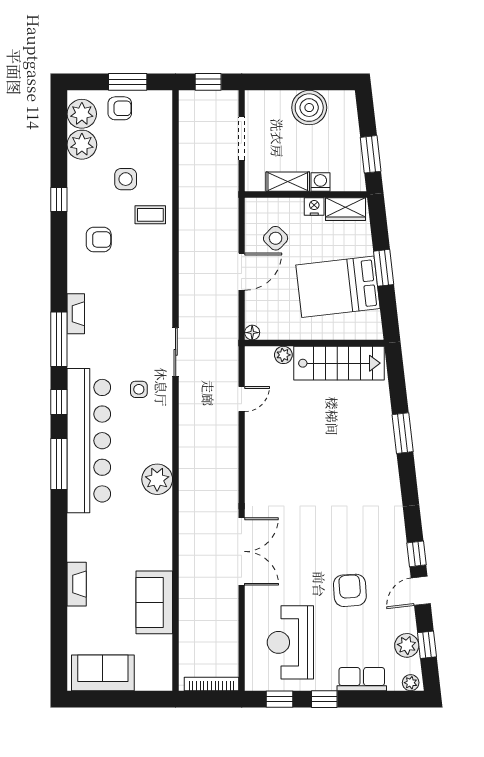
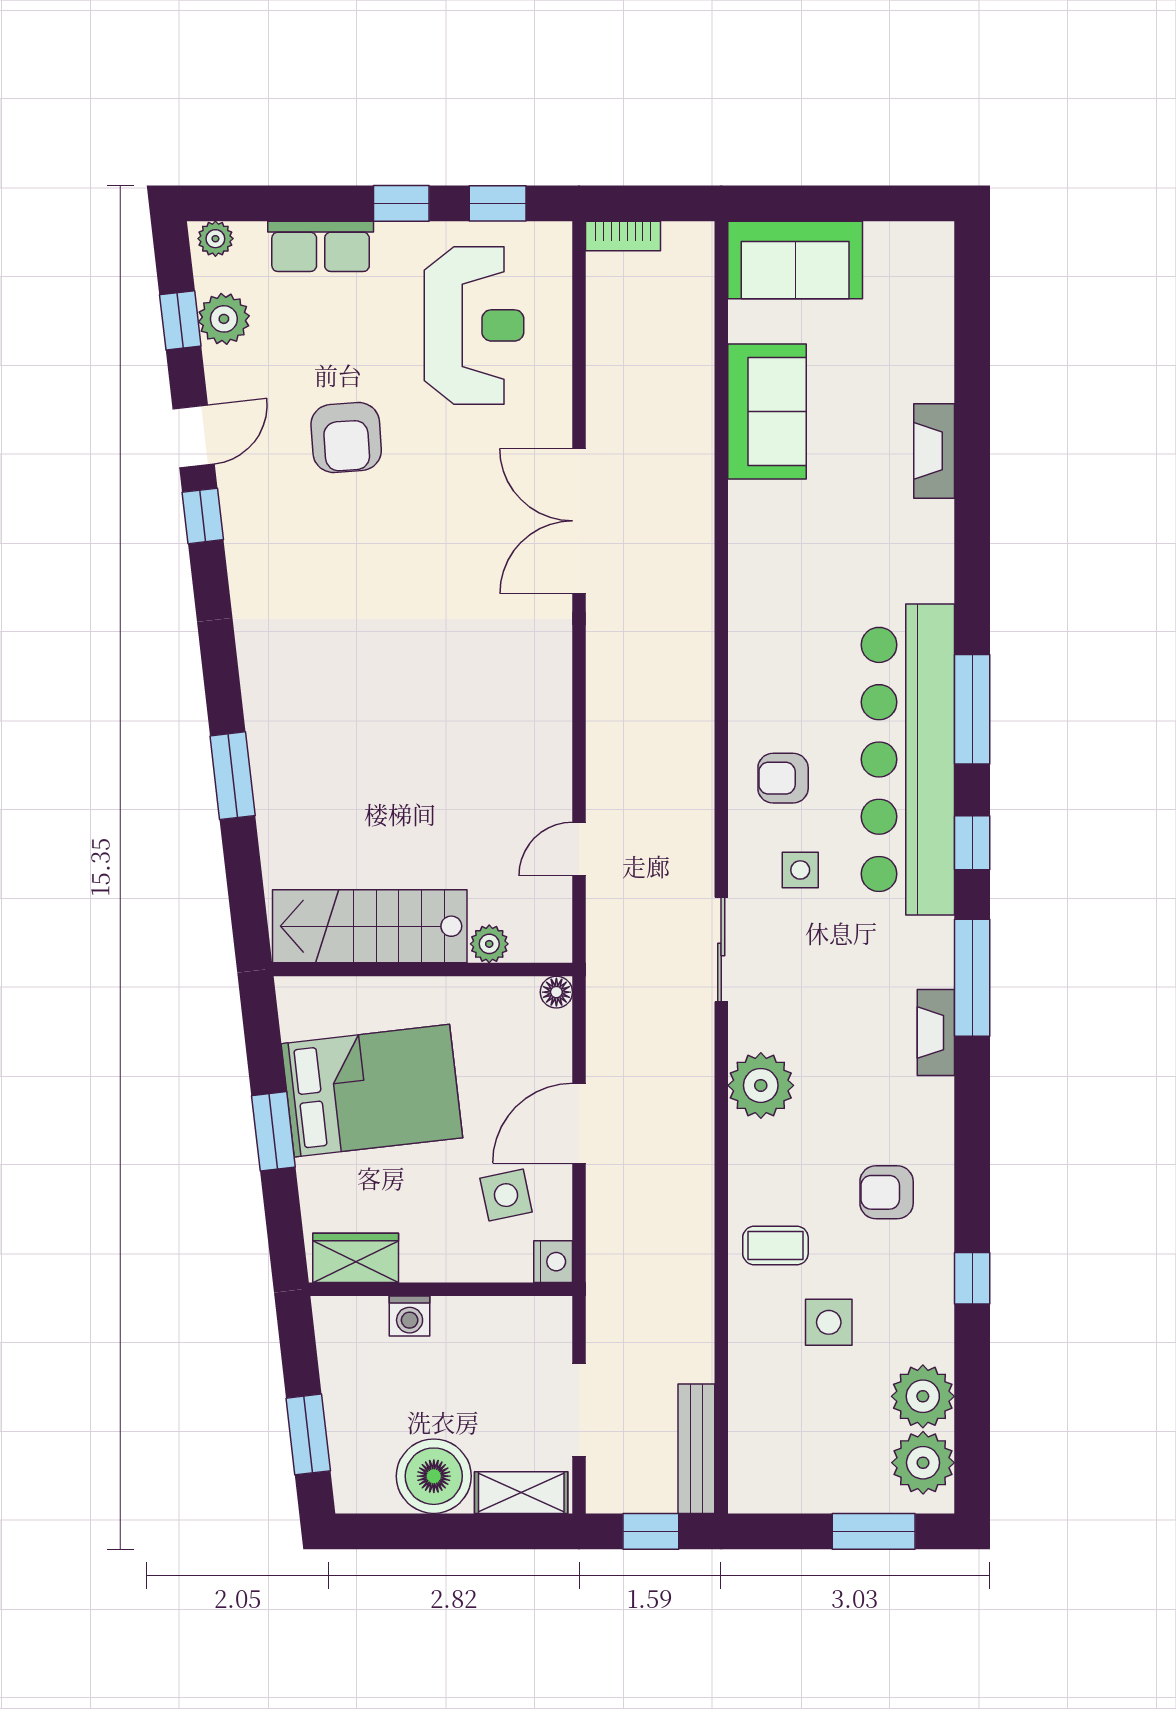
window: (128, 82) -> (874, 1531), moved
armchair: (120, 108) -> (783, 778), moved
bench: (187, 120) -> (696, 1449), added
window: (371, 154) -> (308, 1434), moved
shelving: (288, 182) -> (521, 1493), moved
nightstand: (314, 207) -> (553, 1262), moved, turned -90
side table: (276, 238) -> (506, 1195), turned 34
plant: (157, 479) -> (761, 1085), moved
sofa: (103, 673) -> (795, 260), moved
bookcase: (211, 684) -> (623, 236), width x0.64

